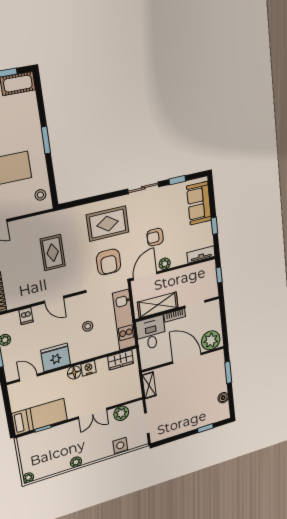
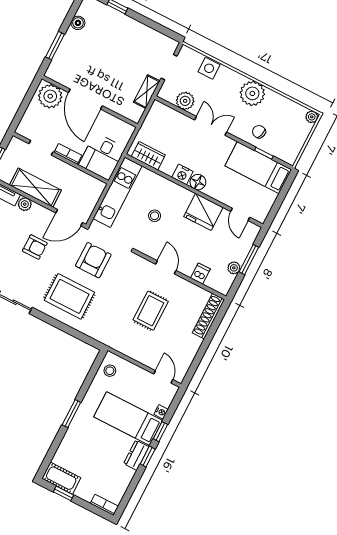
rug: (53, 253) -> (151, 311), moved
plant: (165, 264) -> (25, 204), moved
shelving: (158, 305) -> (35, 188), moved
shelving: (149, 385) -> (147, 92), moved
chair: (57, 438) -> (259, 132), added
plant: (76, 462) -> (252, 93), width x1.88, depth x1.88

